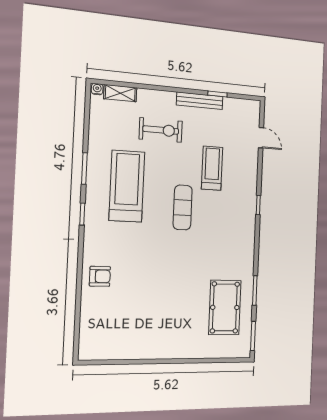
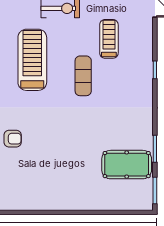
pool table: (225, 307) -> (127, 165), turned 90

